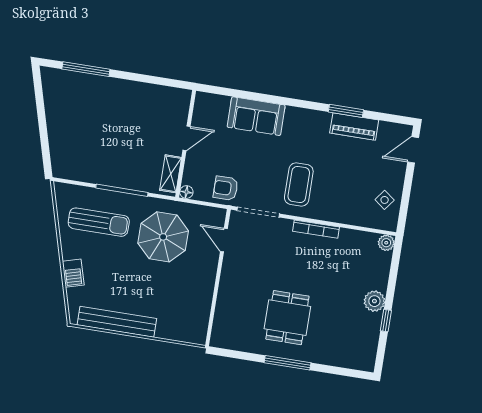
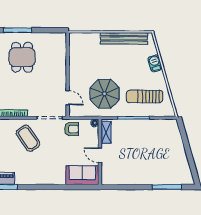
sofa: (256, 116) -> (82, 175), moved
door: (186, 138) -> (100, 155), hinge flipped
coffee table: (299, 184) -> (28, 138), turned -34

